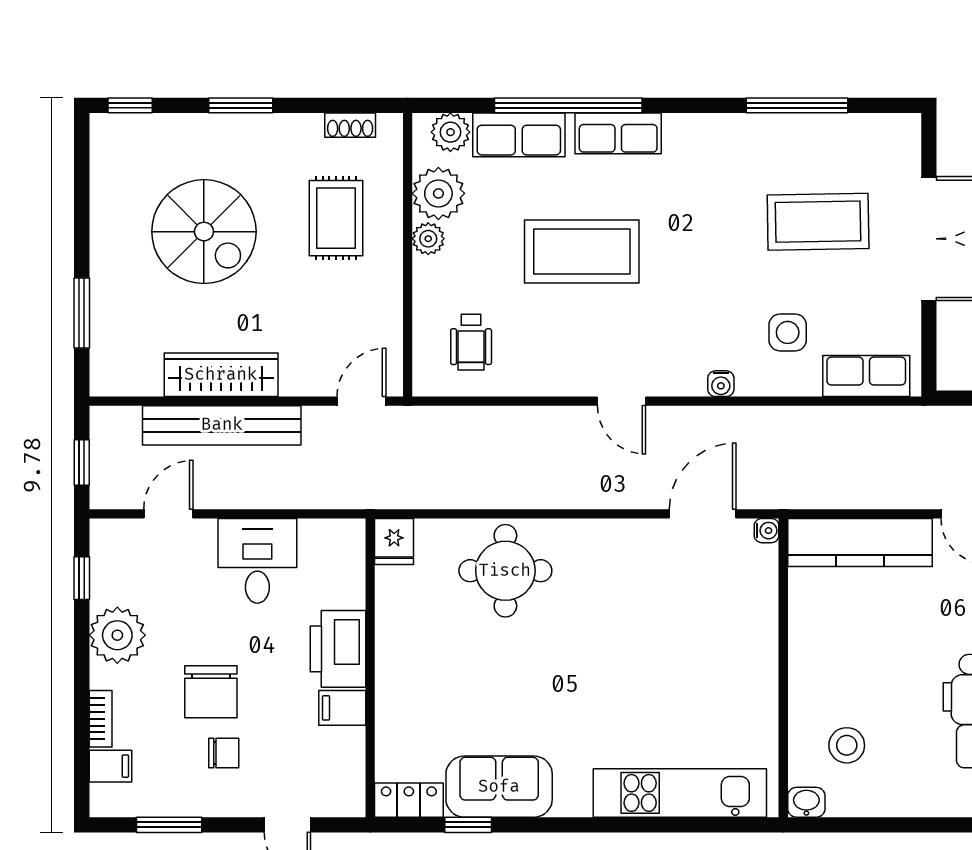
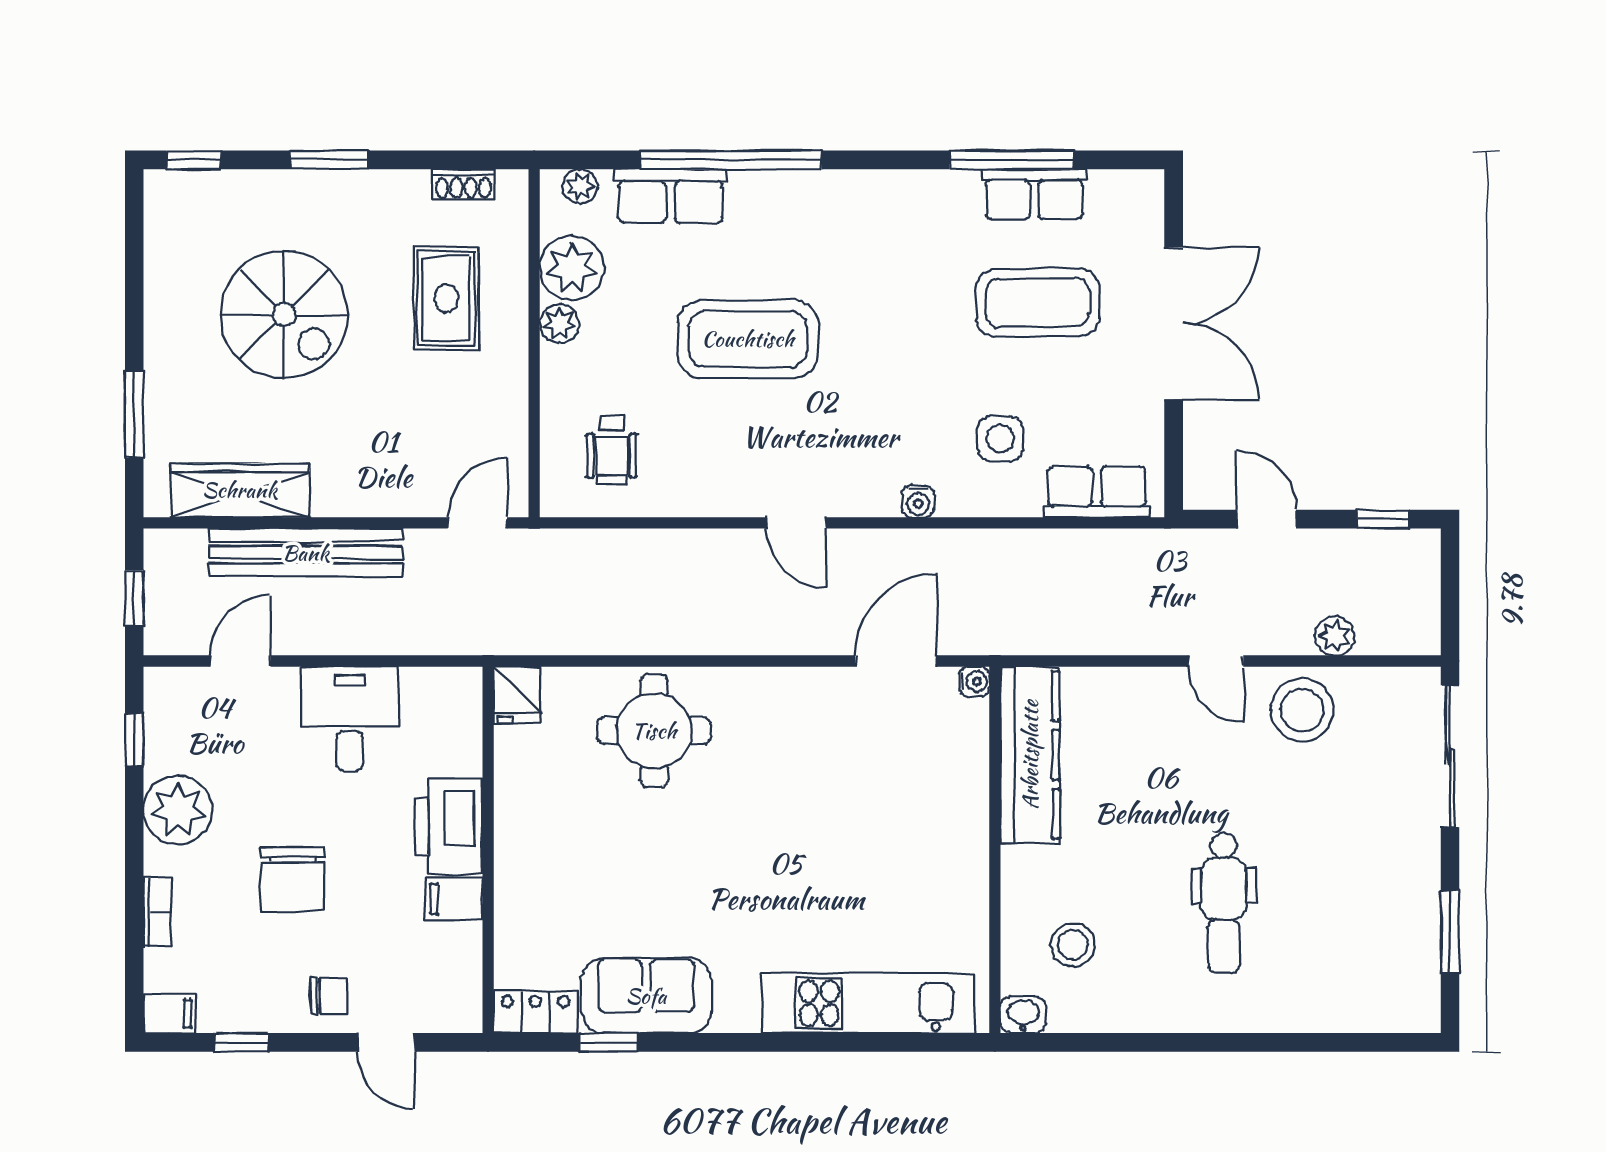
plant: (450, 132) -> (580, 186), width x0.73, depth x0.73
row of seats: (618, 133) -> (1034, 194), moved
wardrobe: (221, 375) -> (240, 490), moved
kitchen counter: (860, 542) -> (1030, 755), moved, turned -90
chair: (224, 753) -> (329, 995), moved
filing cabinet: (110, 766) -> (170, 1014), moved
window: (169, 825) -> (241, 1042), width x0.67

